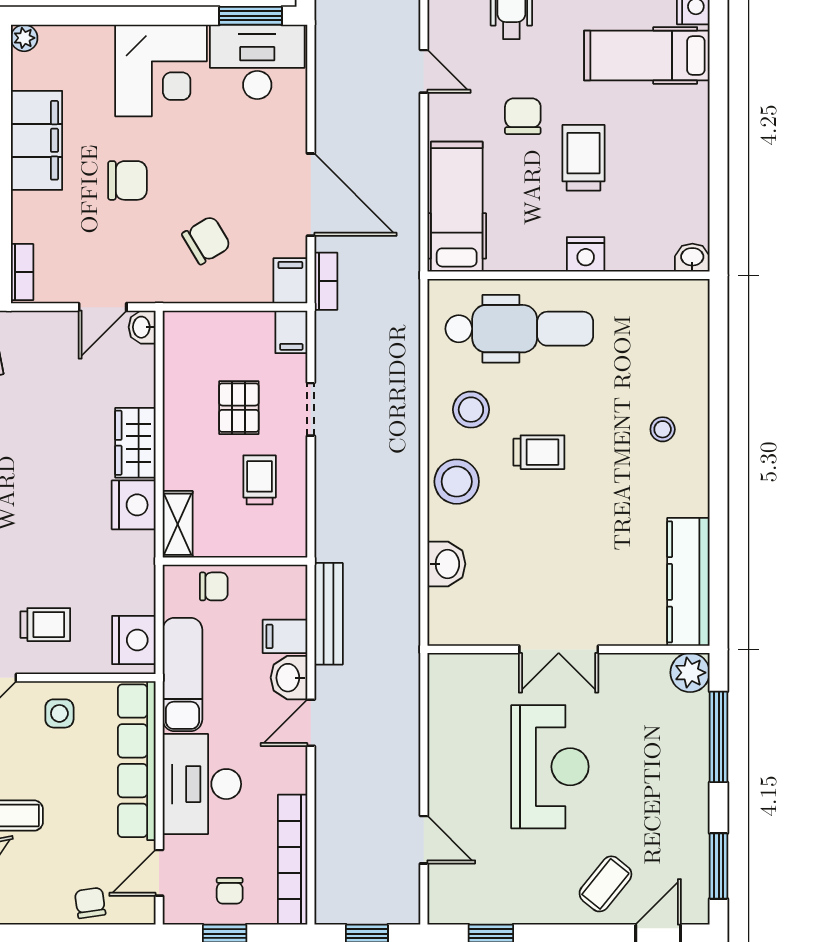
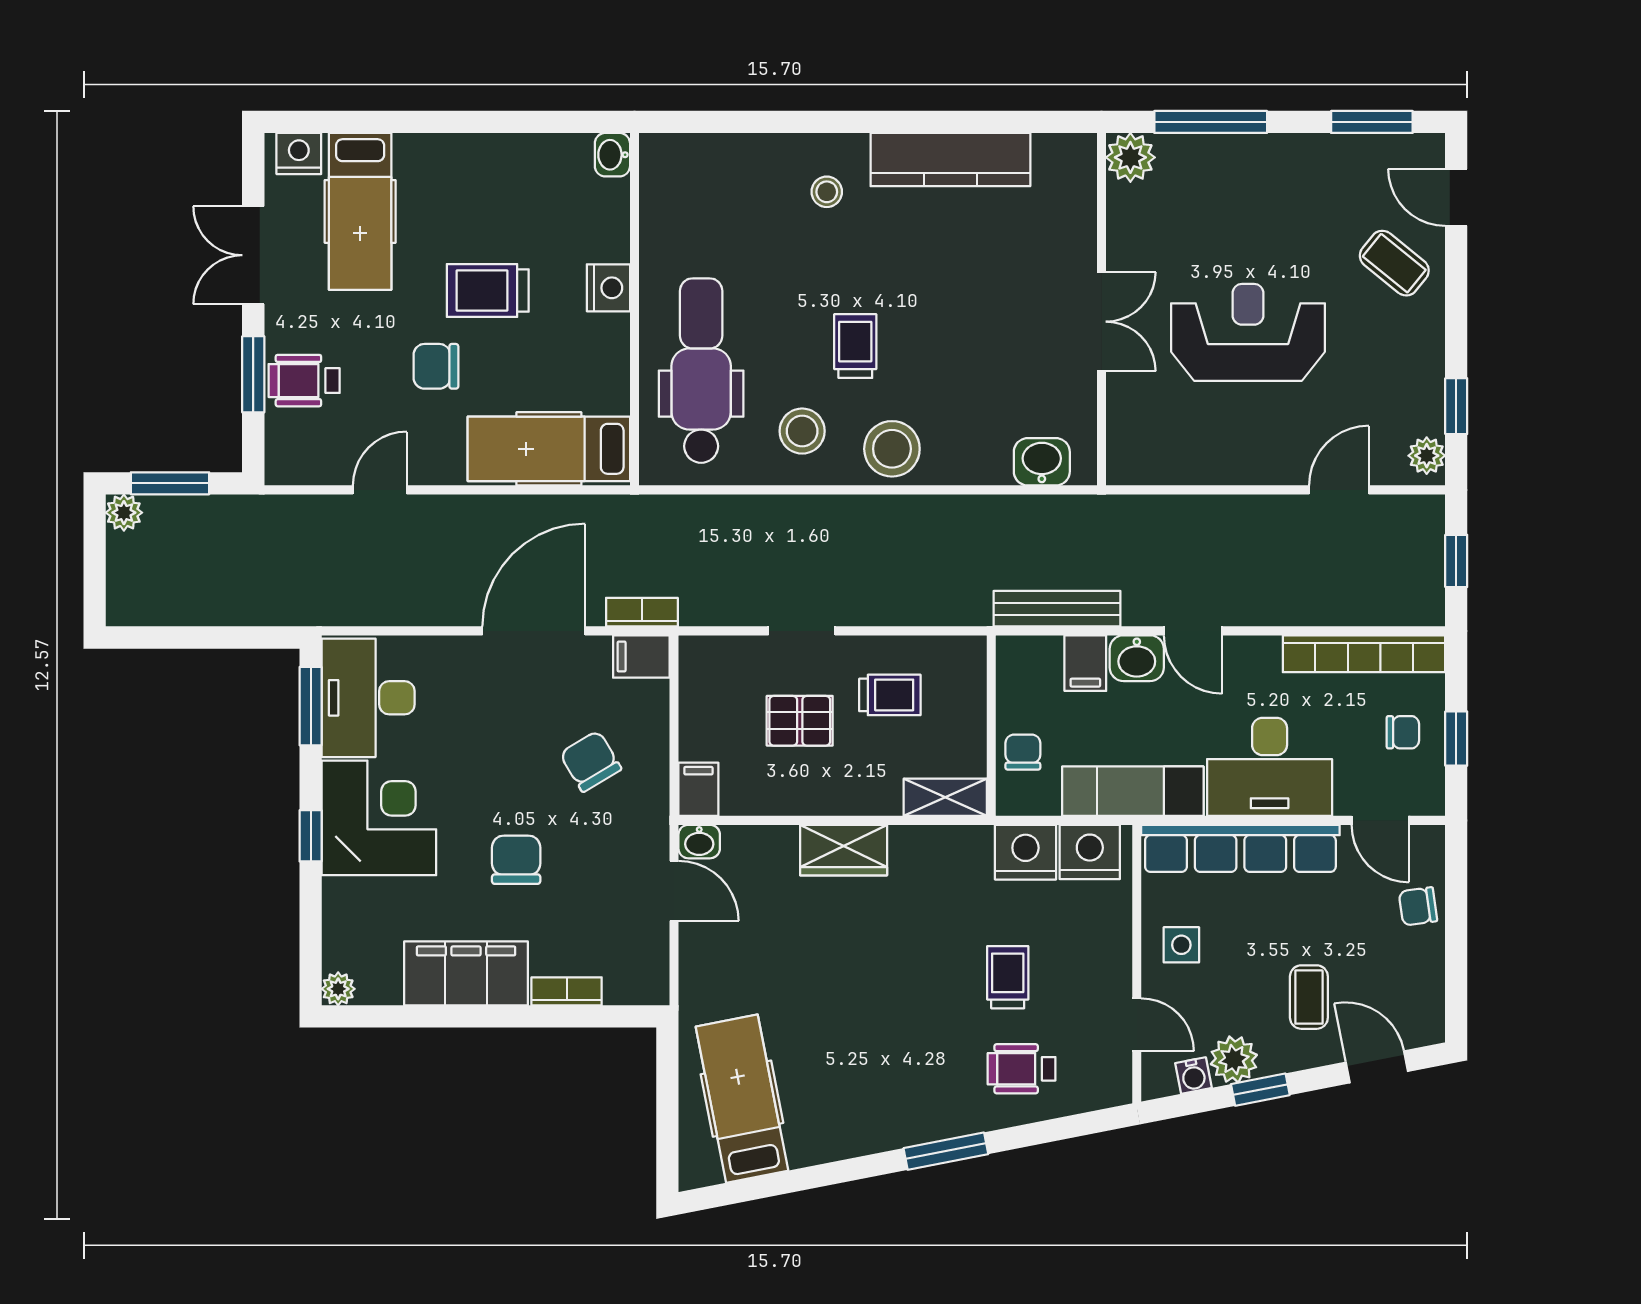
window: (147, 16) -> (311, 836), added
bookcase: (22, 272) -> (567, 991), moved
filing cabinet: (291, 332) -> (698, 789), moved, turned -90
trolley: (260, 480) -> (890, 695), turned 180
nightstand: (134, 505) -> (1025, 852), moved
washbasin: (446, 564) -> (1042, 462), moved
kitchen counter: (688, 582) -> (950, 160), moved
trolley: (45, 625) -> (1008, 977), moved
plant: (451, 910) -> (1427, 456), added

